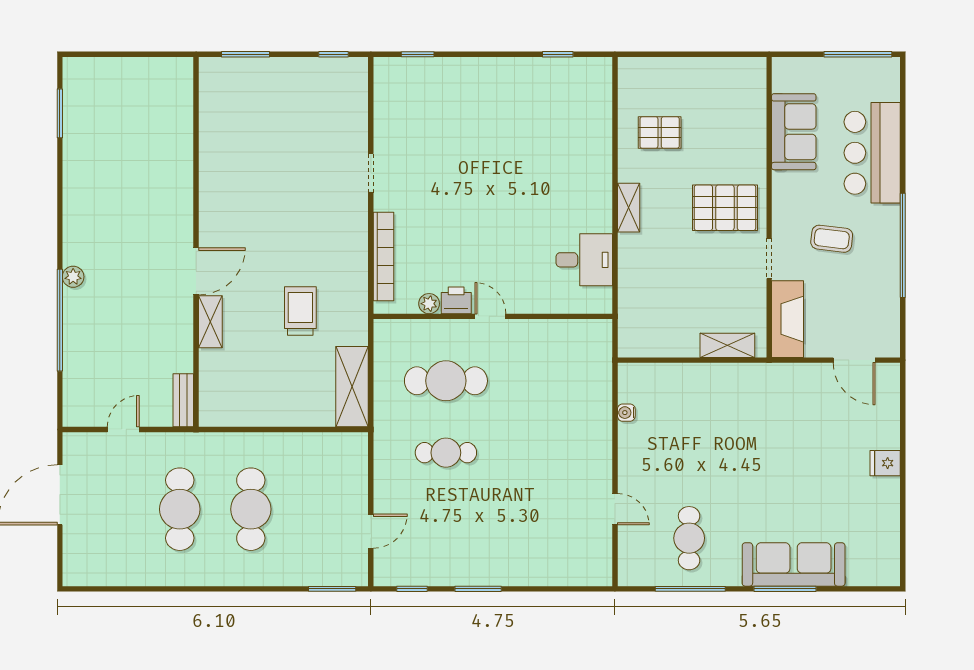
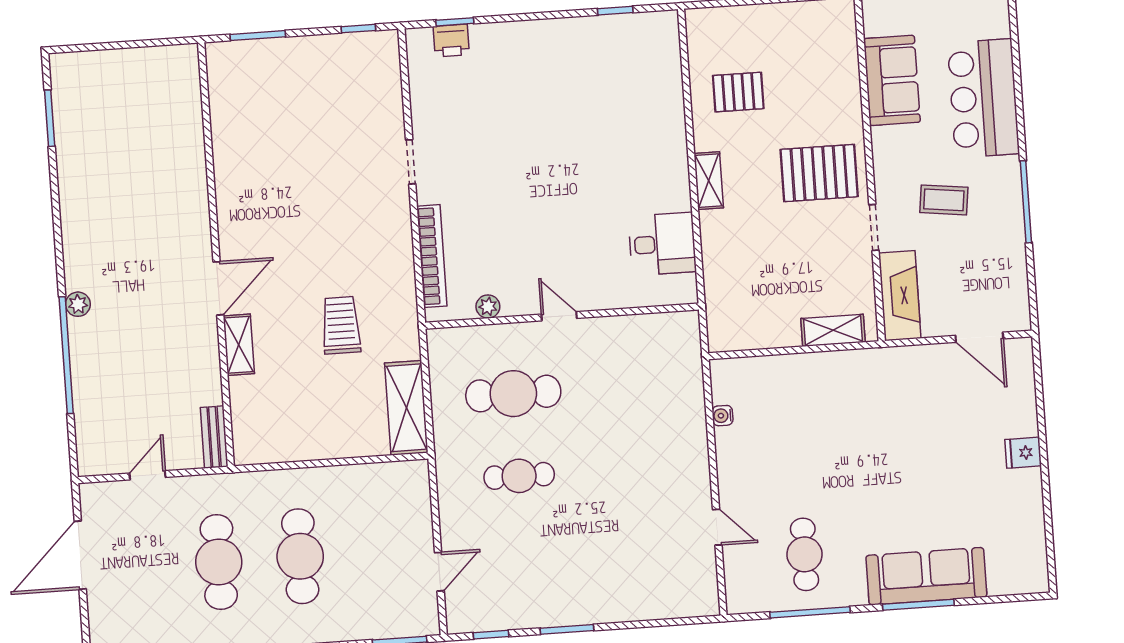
window: (903, 245) -> (1026, 202), width x0.68
printer: (456, 300) -> (451, 41), moved, turned 180

